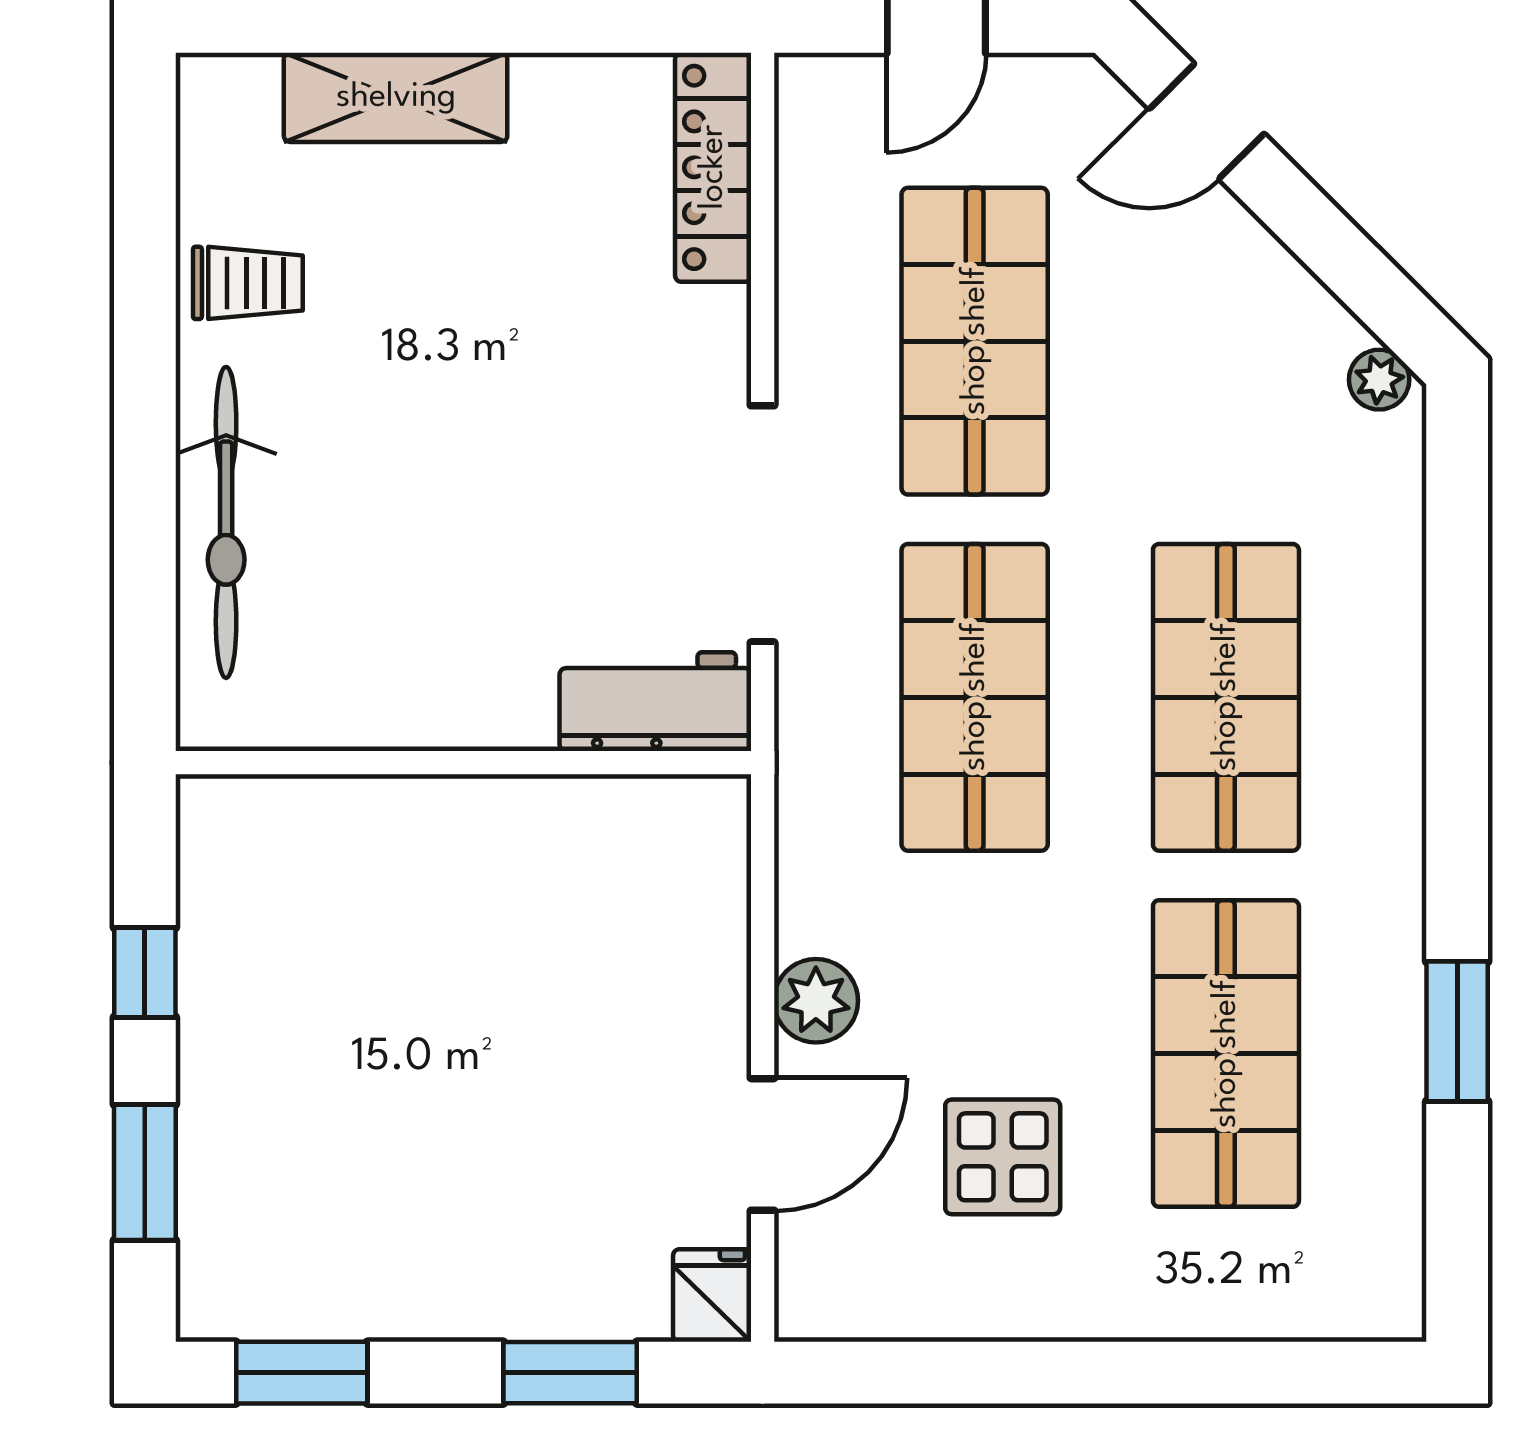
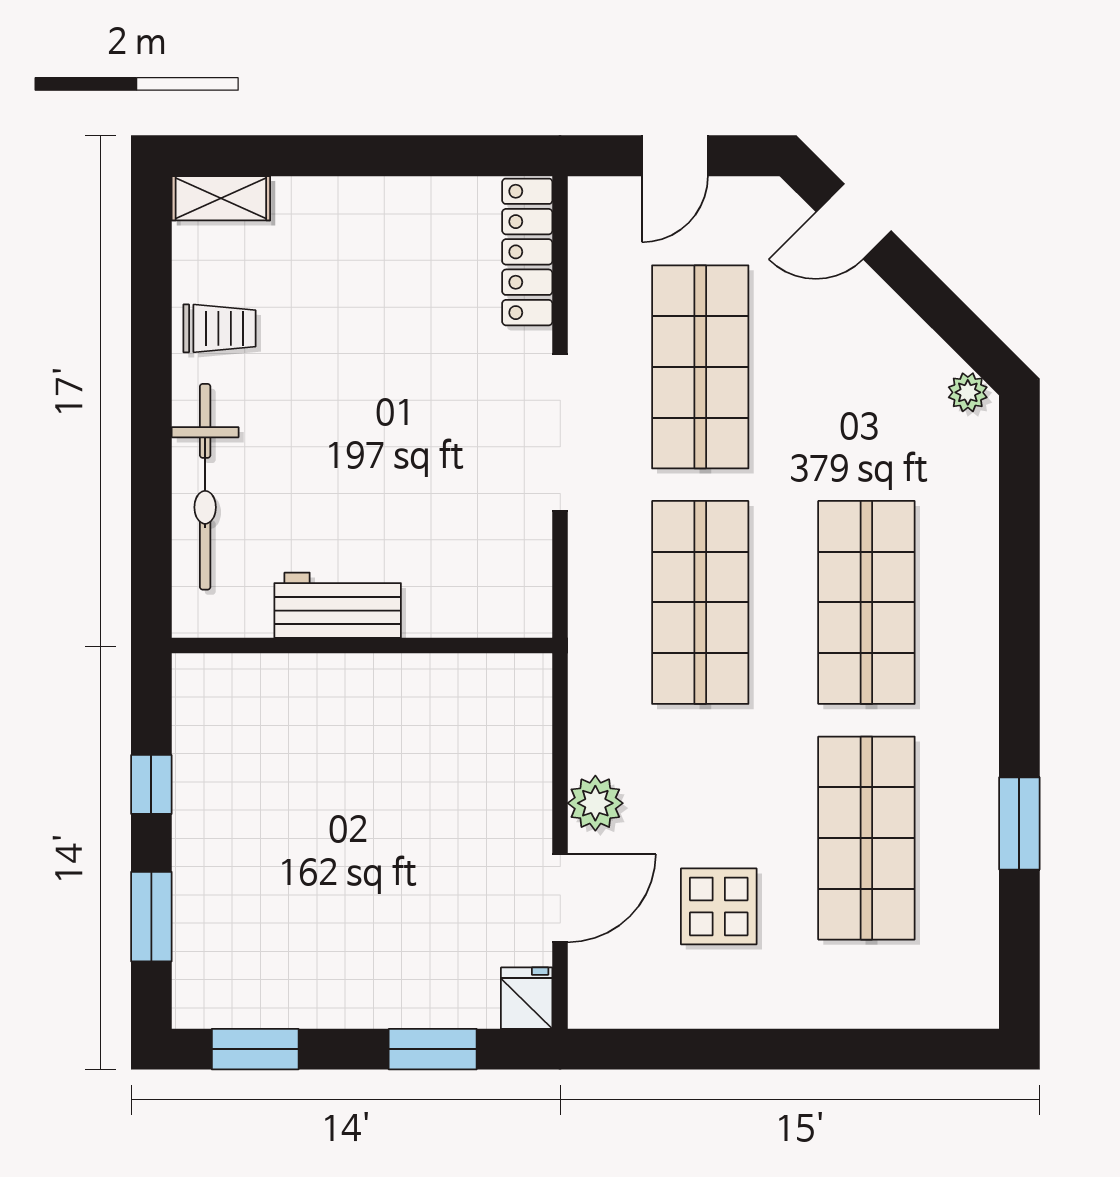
shelving: (396, 97) -> (221, 198), moved, width x0.67, depth x0.75
doorway: (763, 524) -> (560, 432), moved
workbench: (655, 702) -> (338, 605), moved

